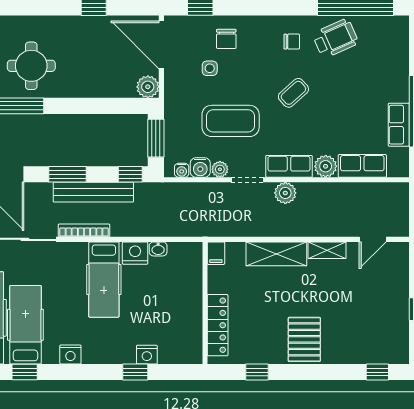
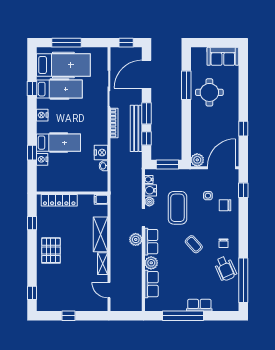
row of seats: (399, 125) -> (199, 305), moved
window: (130, 174) -> (147, 138), moved
hospital bed: (104, 280) -> (59, 143), moved, turned 180
pallet: (304, 339) -> (51, 250), turned 90

